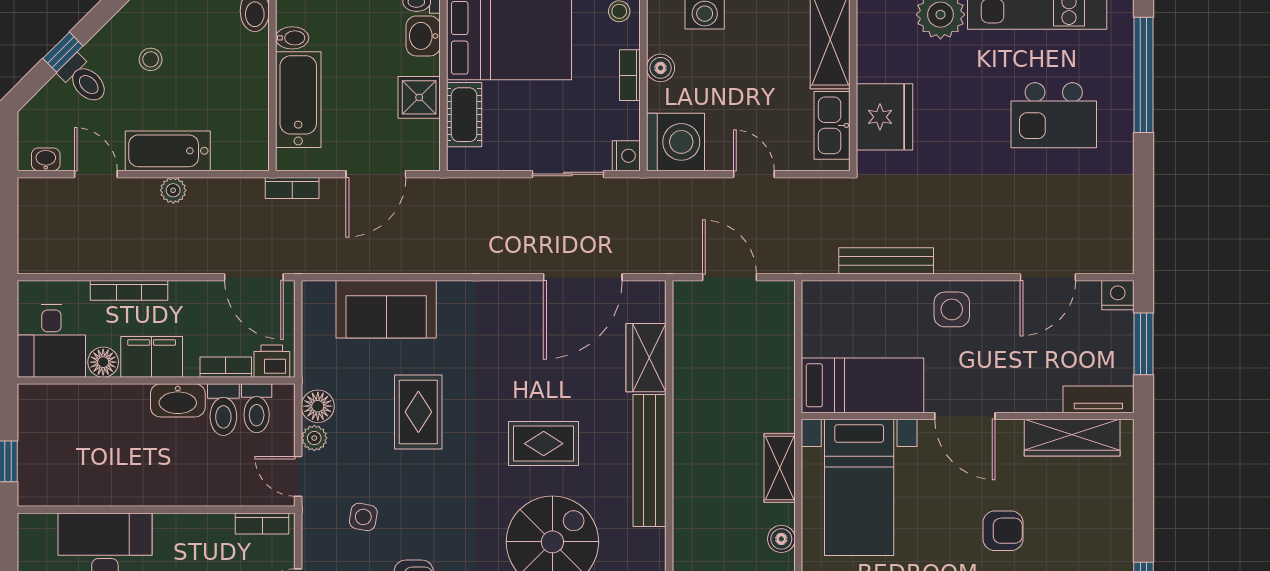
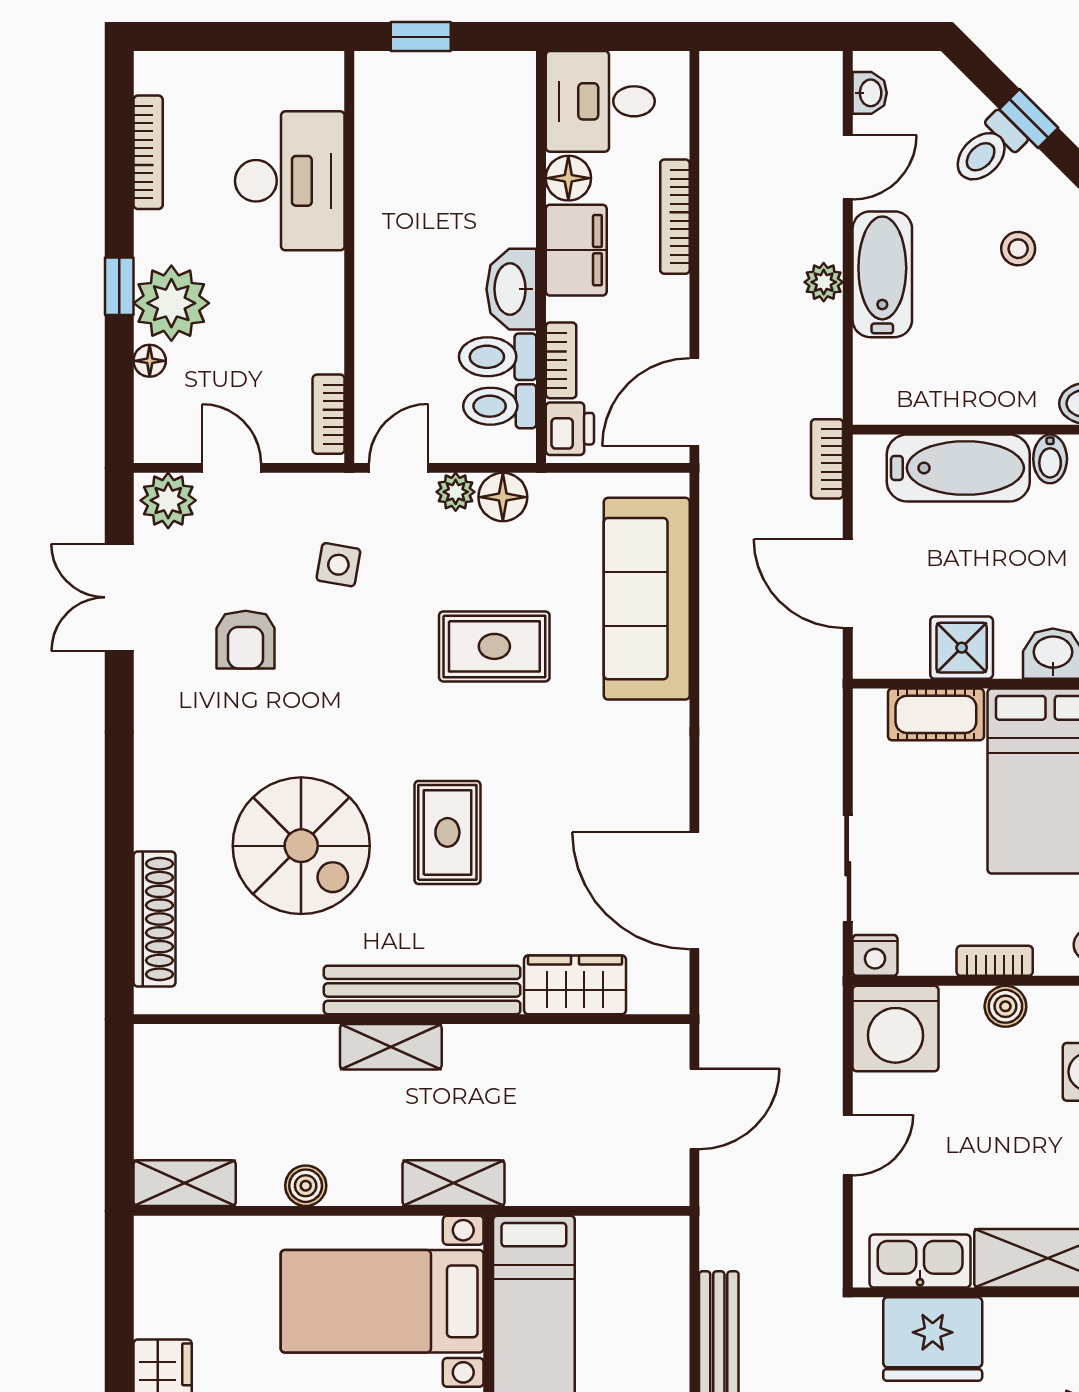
sofa: (386, 309) -> (647, 599), width x1.36
shelving: (780, 468) -> (454, 1183), moved
shelving: (688, 482) -> (391, 1047), added

